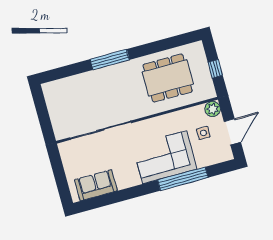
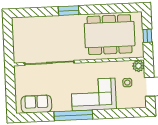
window: (110, 59) -> (69, 11), width x0.69
dining table: (168, 78) -> (110, 35), width x1.36, depth x1.24
window: (183, 179) -> (73, 115), moved

